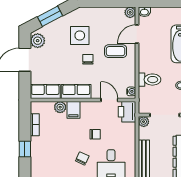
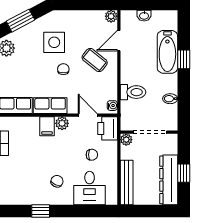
washbasin: (144, 12) -> (144, 16), moved
coffee table: (116, 51) -> (95, 60), turned 39
plant: (60, 107) -> (62, 123), moved
chair: (95, 134) -> (92, 155), moved

